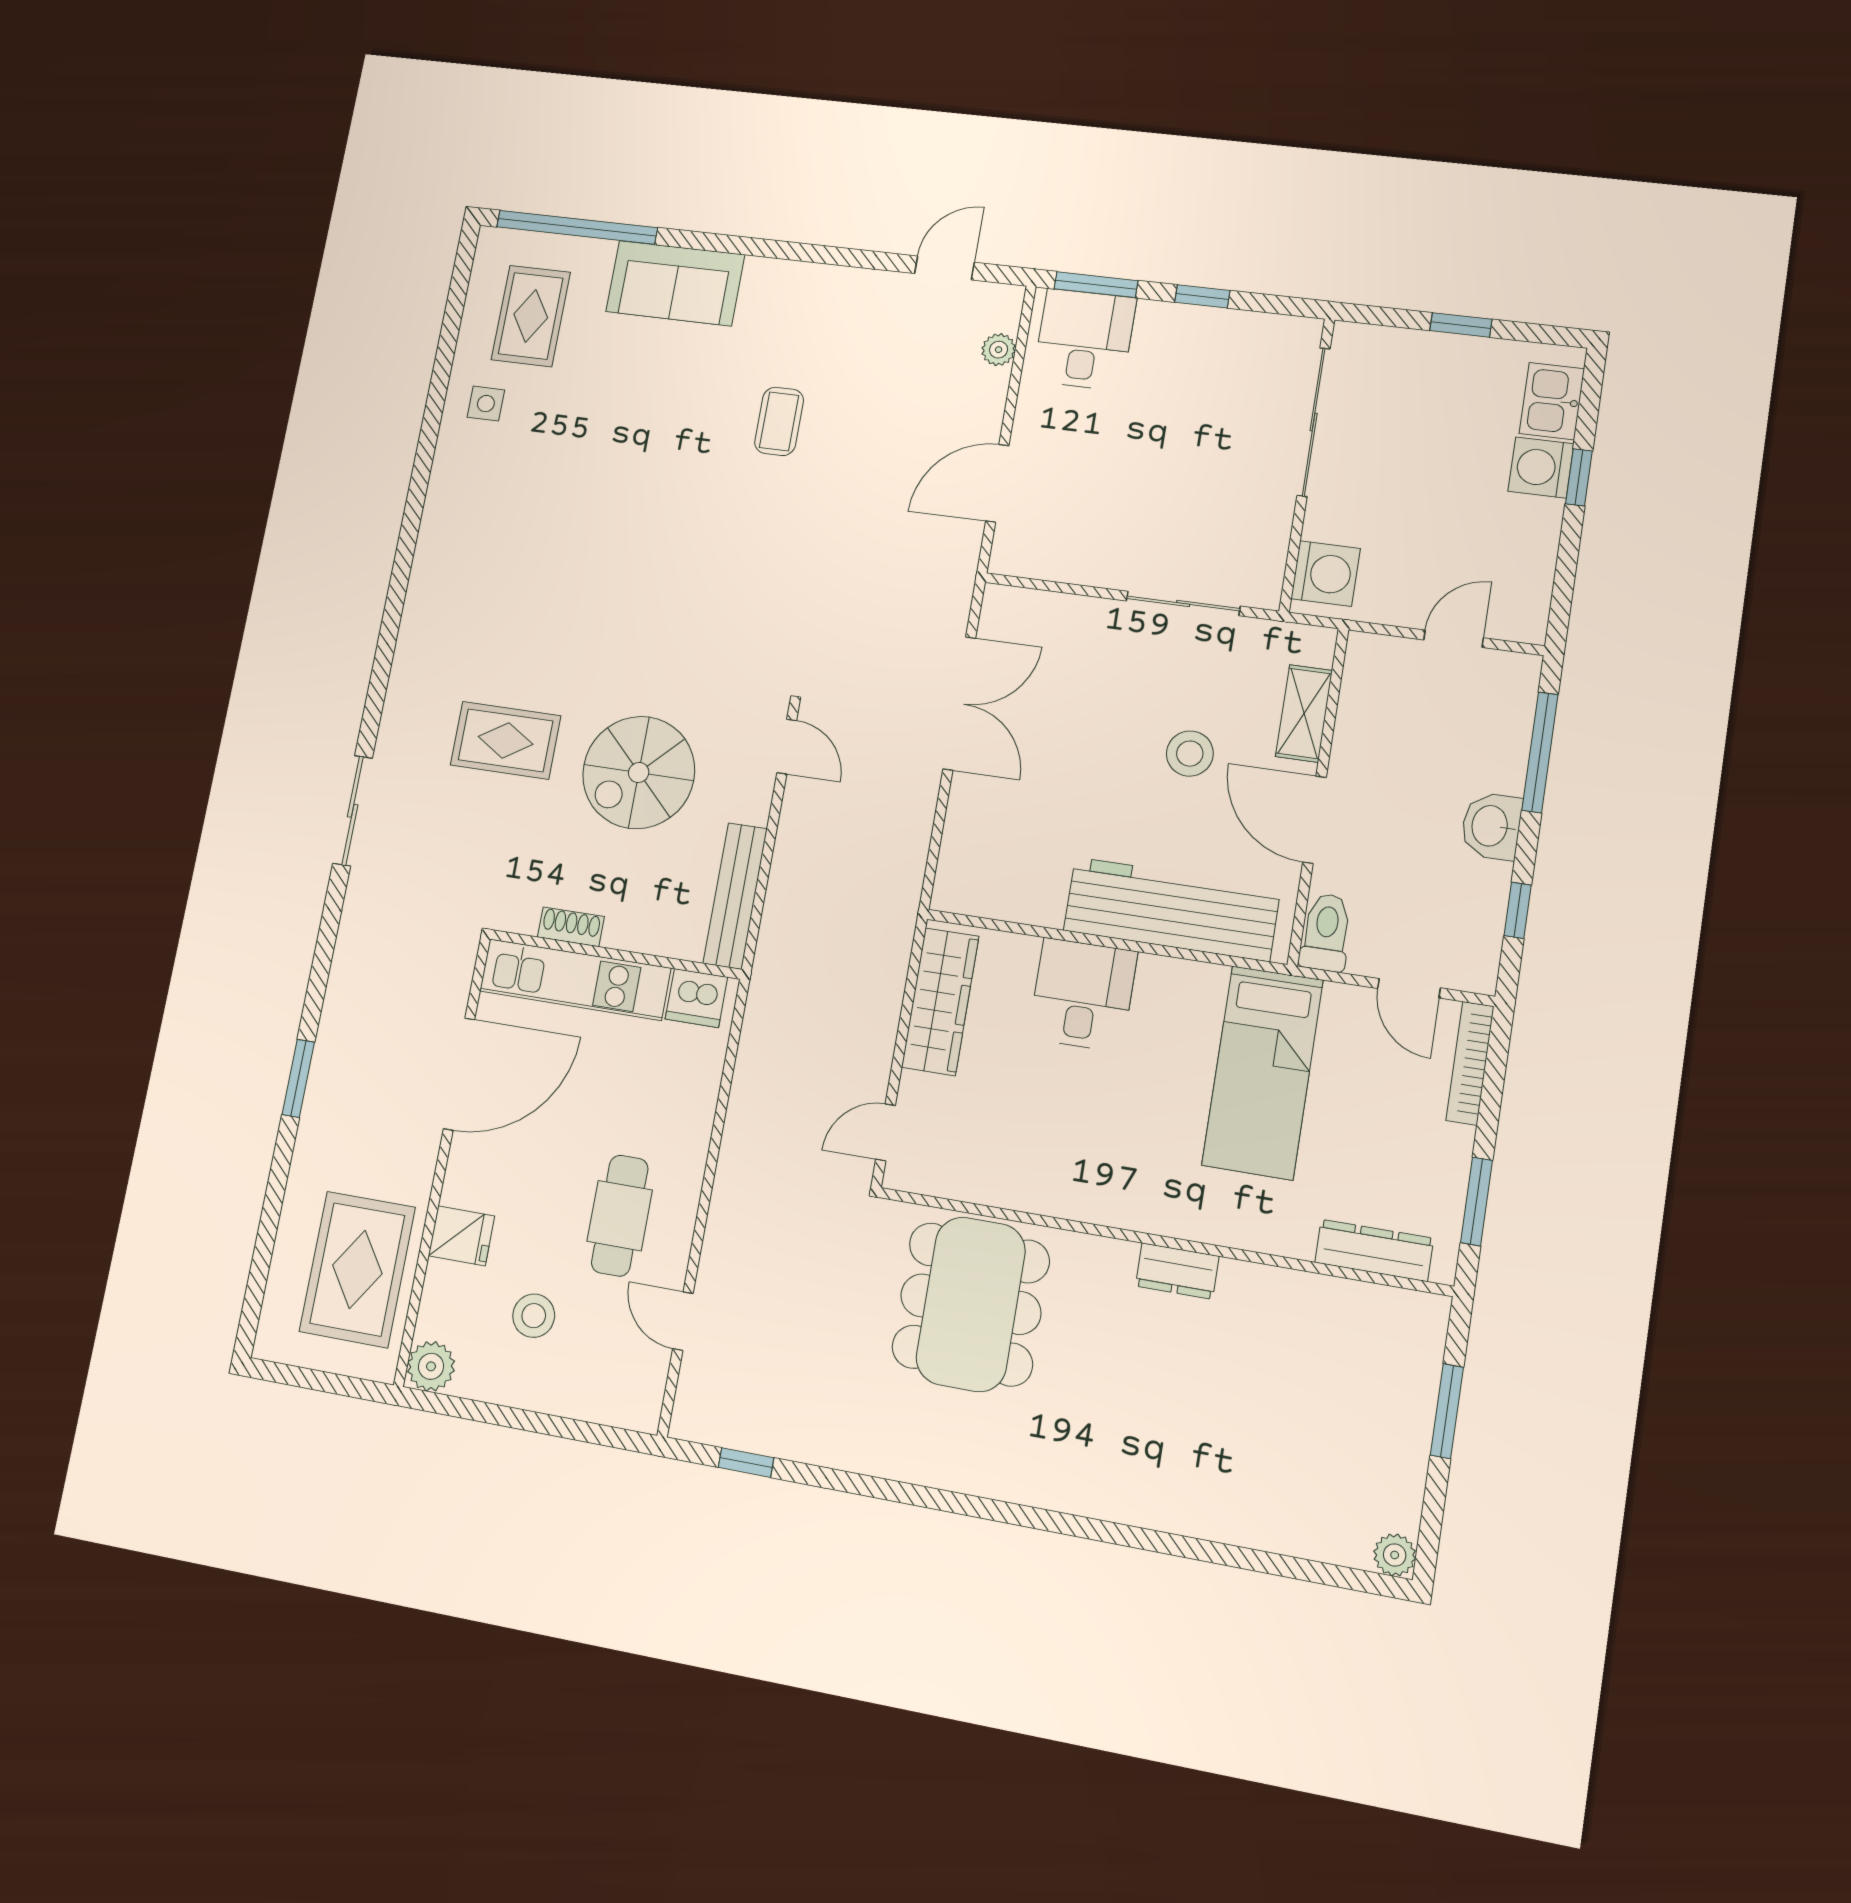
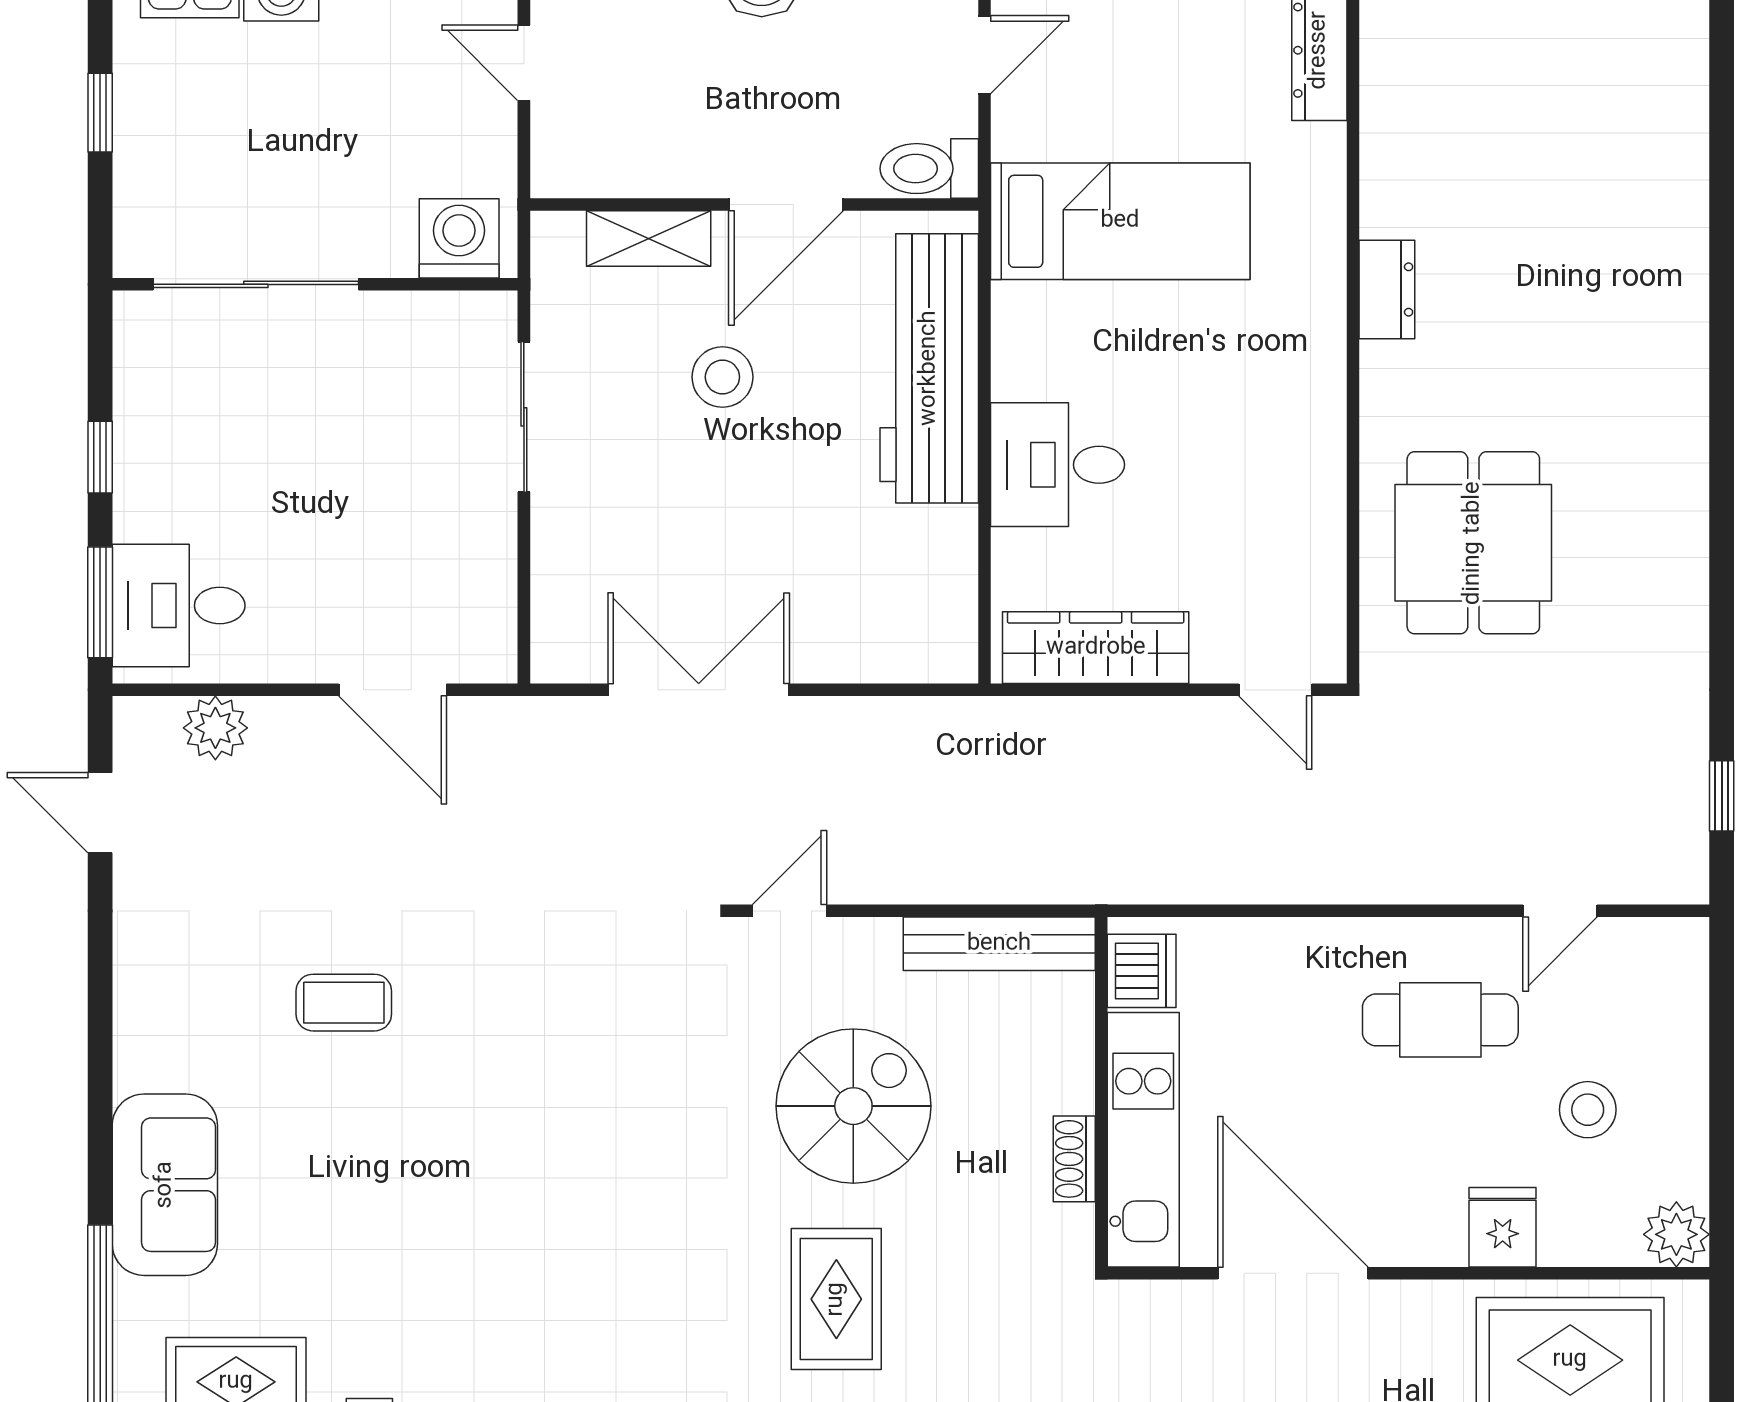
plant: (999, 350) -> (215, 728), width x1.38, depth x1.38
spiral stairs: (639, 772) -> (853, 1106), turned -90
dining table: (971, 1304) -> (1473, 543), width x0.73

